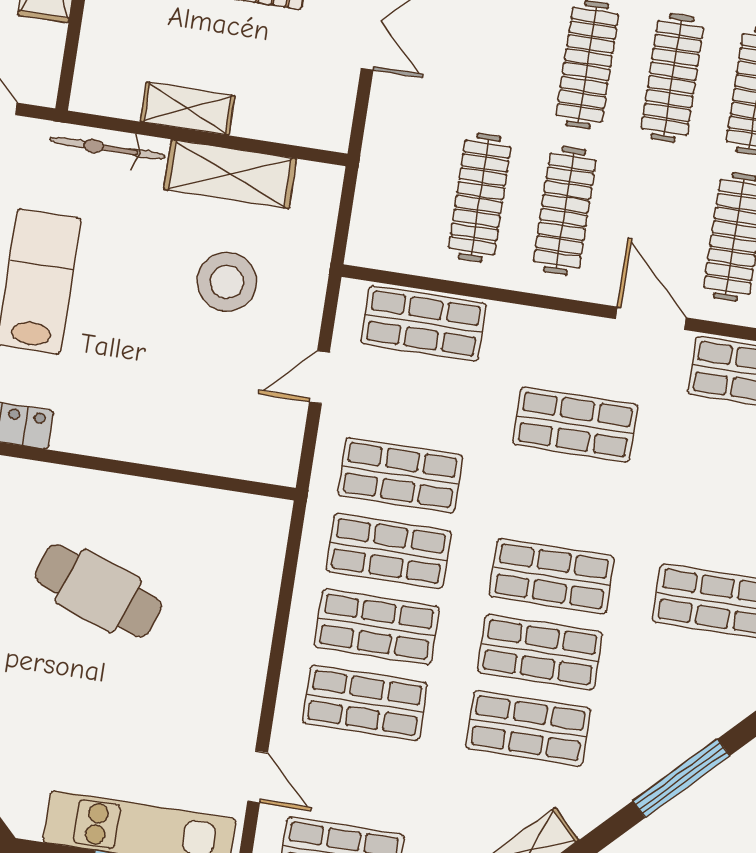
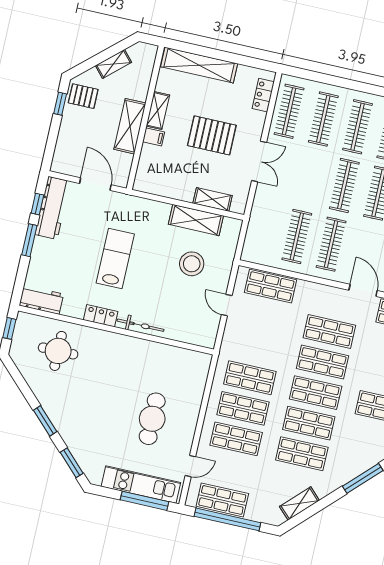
shelving: (188, 109) -> (213, 199), moved
bicycle: (107, 148) -> (141, 325), moved, turned 180
door: (319, 377) -> (227, 305), hinge flipped
shop shelf: (400, 475) -> (322, 362), moved
cafe table: (98, 591) -> (152, 419), moved, turned 70
door: (258, 777) -> (190, 466), hinge flipped

